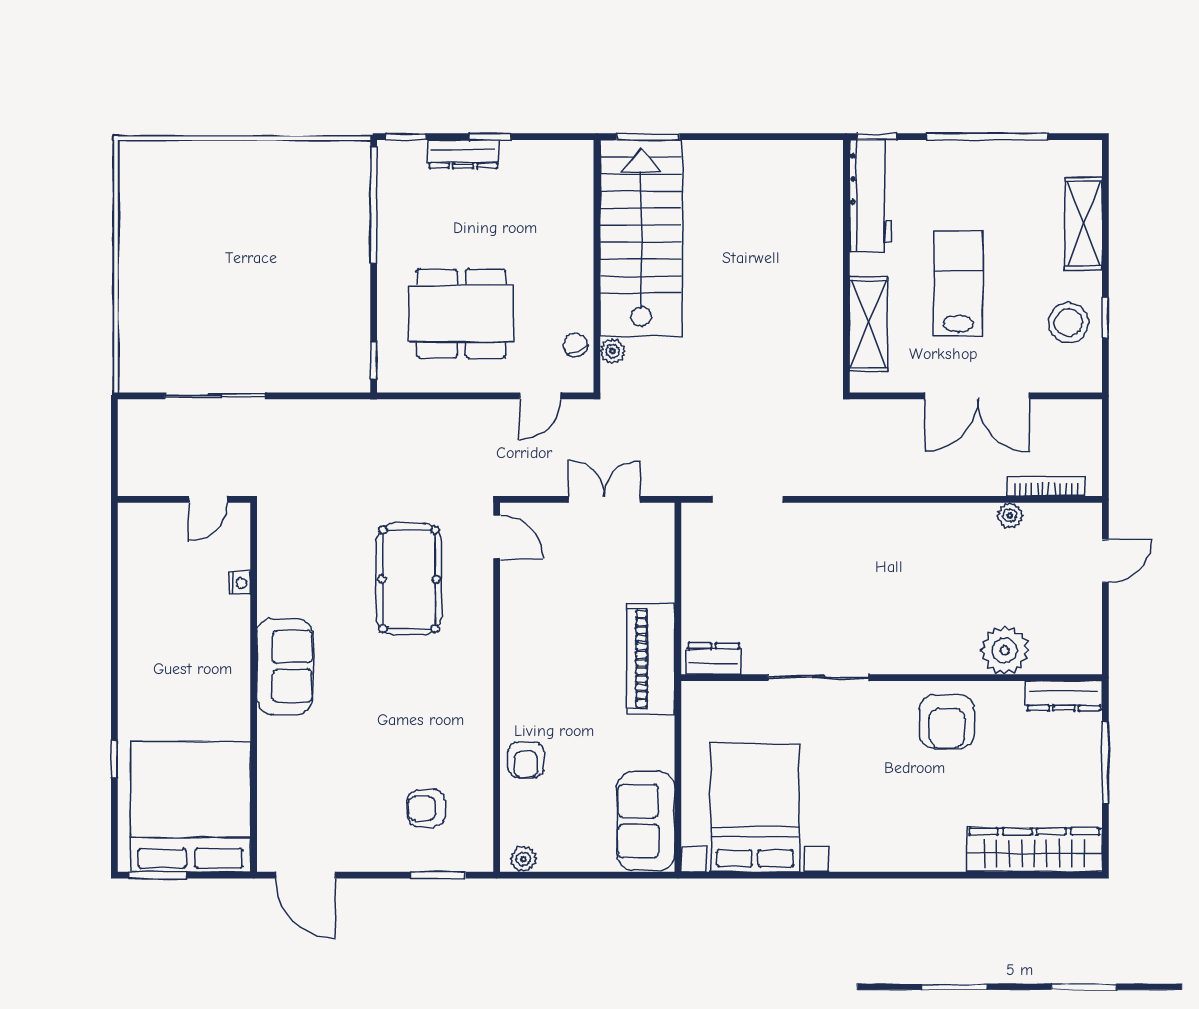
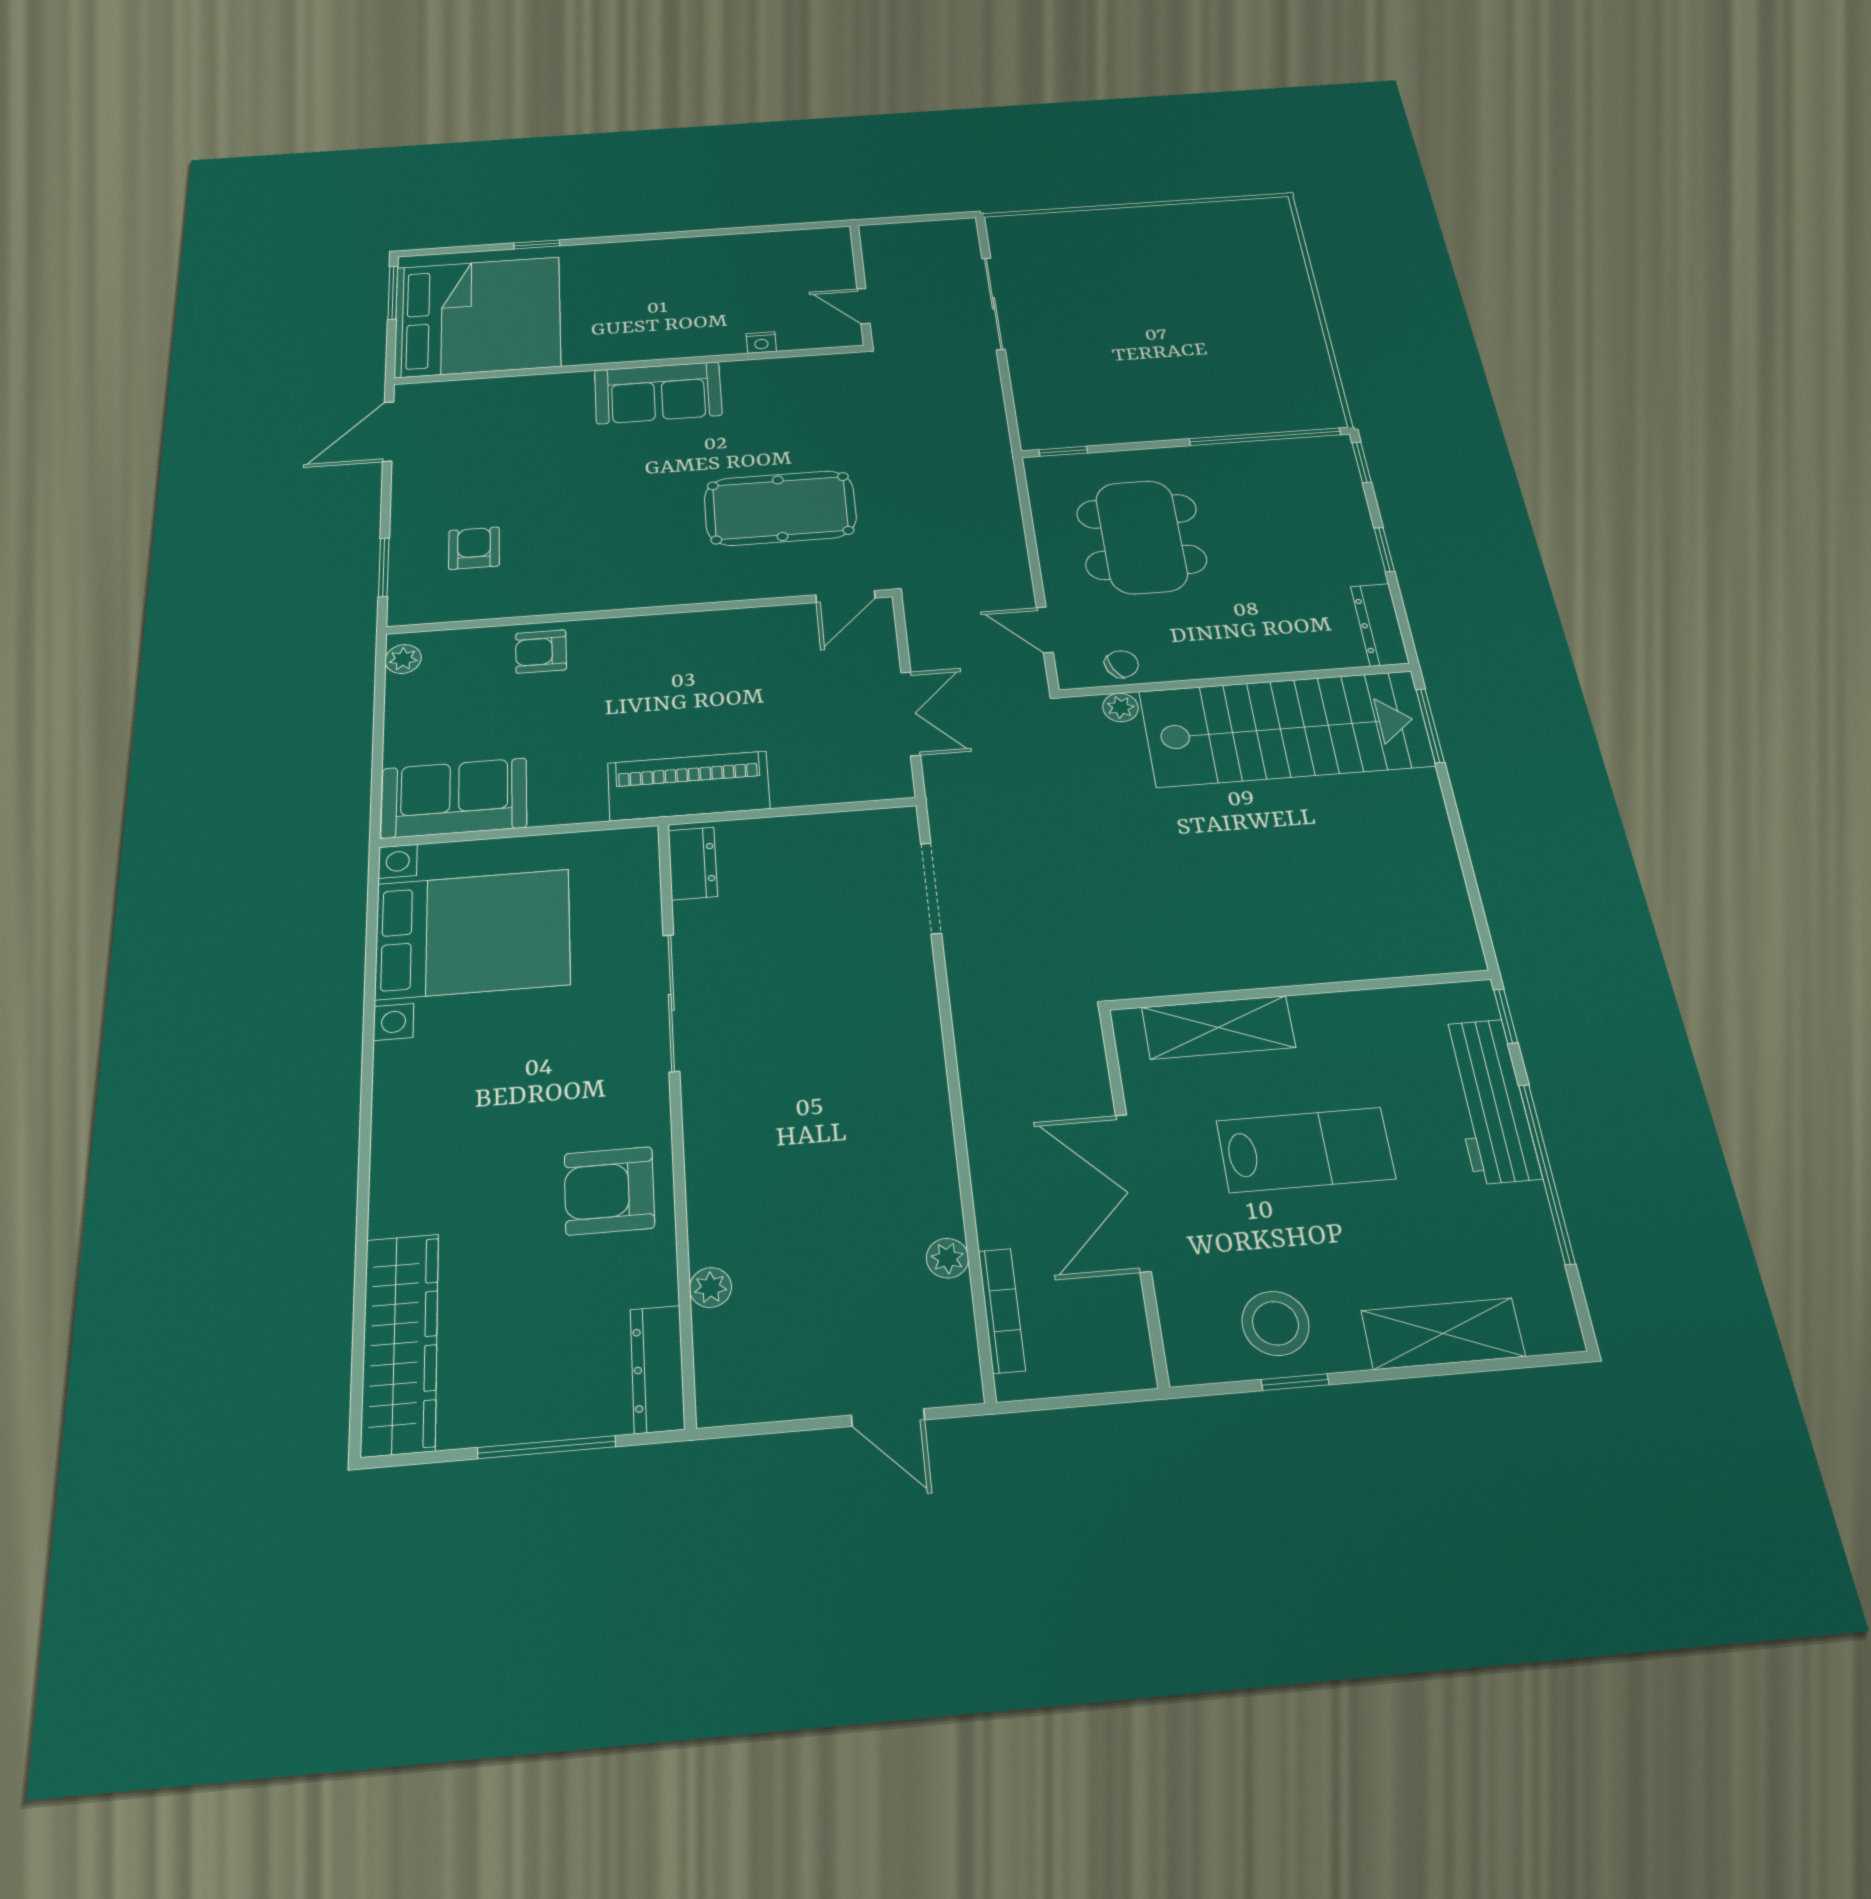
dresser: (463, 154) -> (1380, 625), moved
workbench: (871, 196) -> (1489, 1101), moved, turned 90
plant: (1005, 650) -> (710, 1287), width x0.53, depth x0.53

